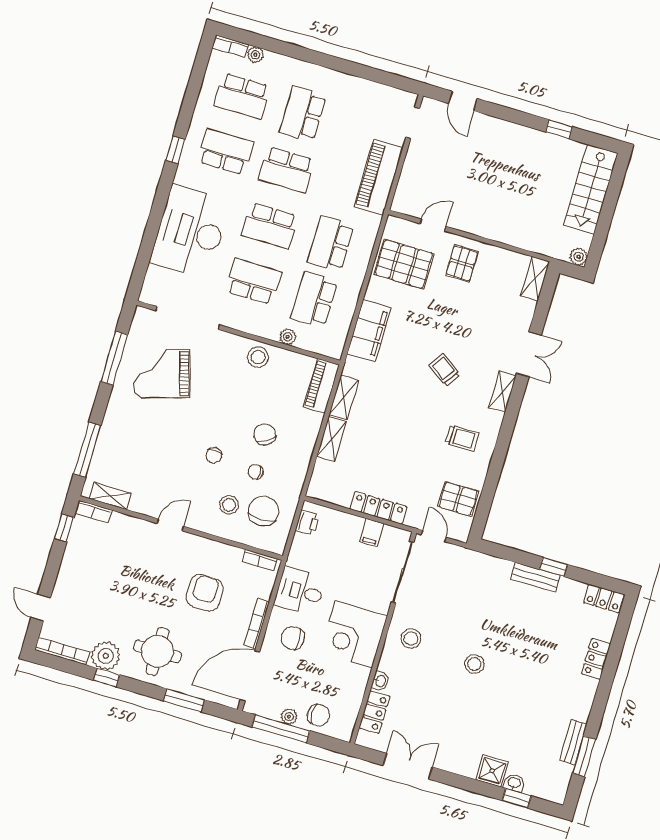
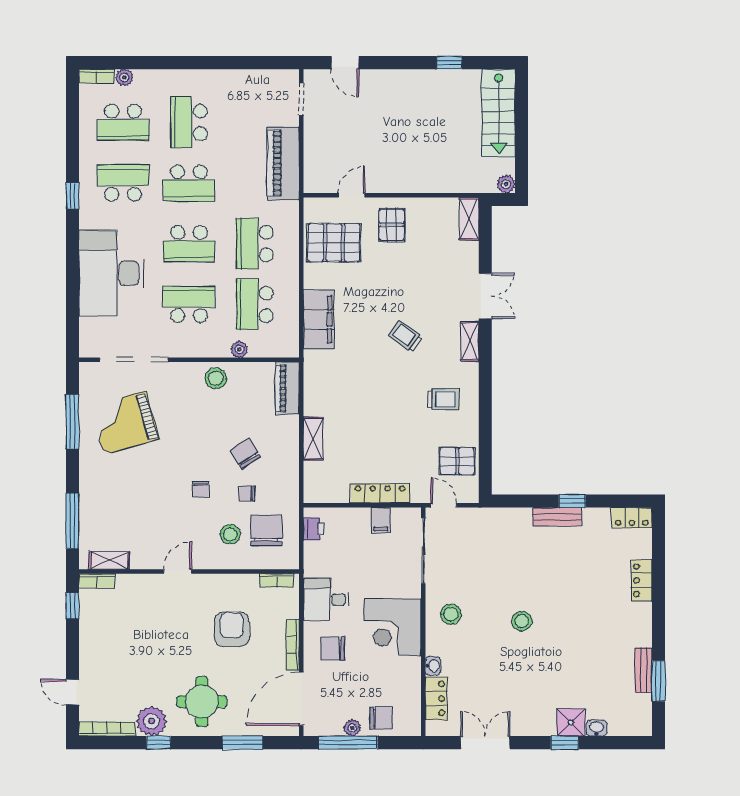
shelving: (344, 397) -> (313, 393), removed
window: (517, 798) -> (565, 743), moved

